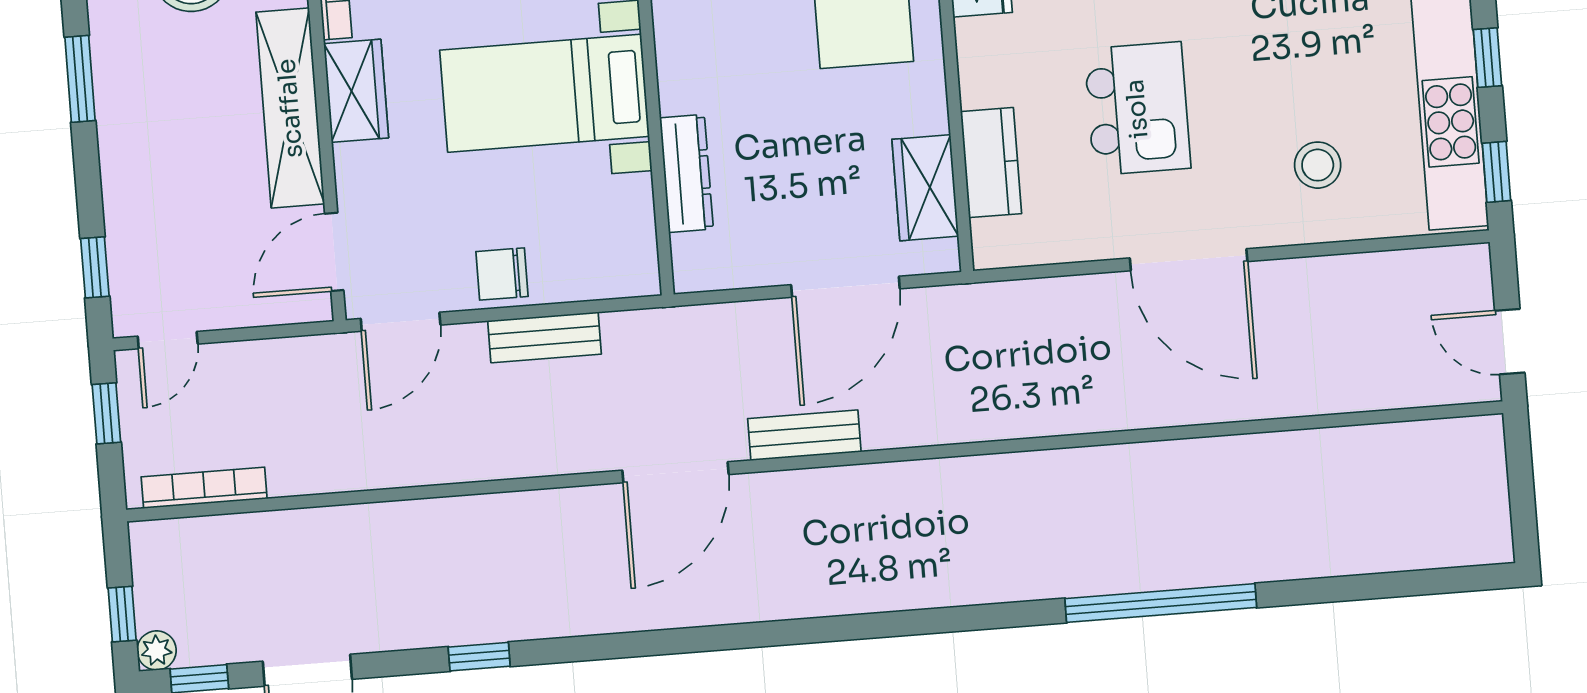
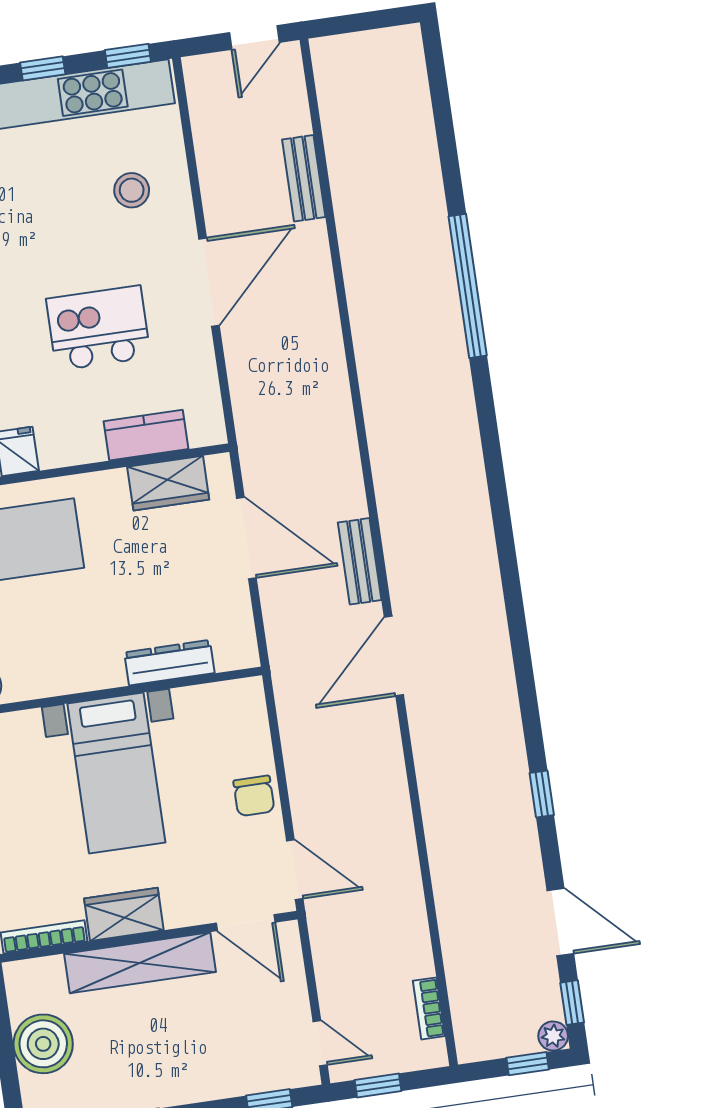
bench: (544, 337) -> (304, 178), moved
door: (675, 472) -> (394, 656), swing flipped
bookcase: (204, 488) -> (429, 1008), width x0.64

